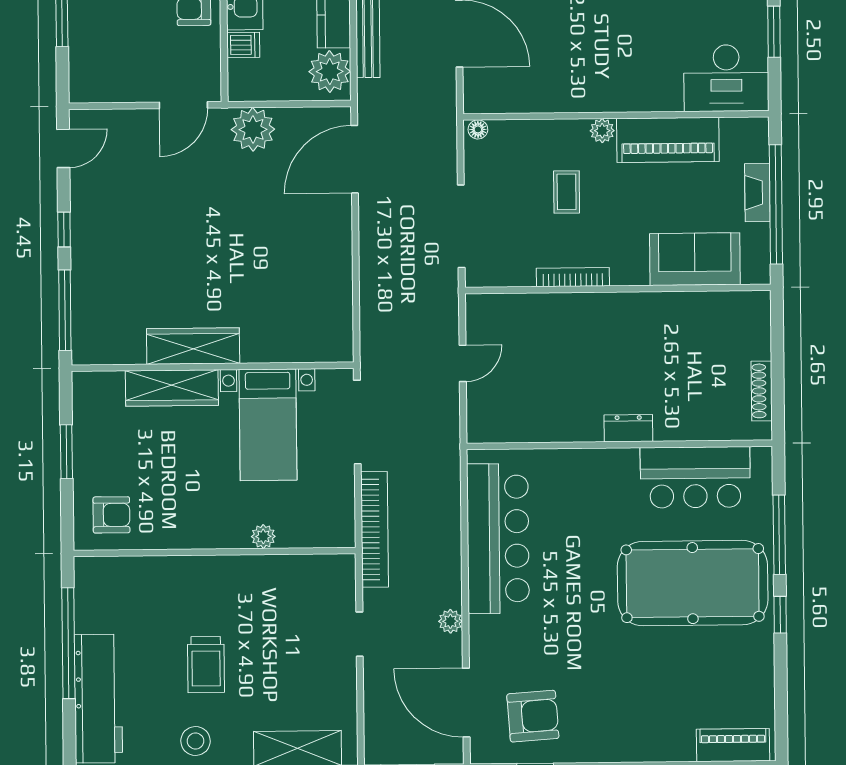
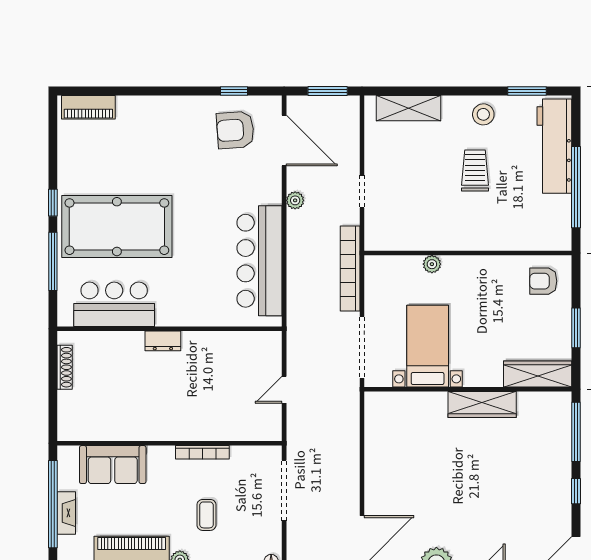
wardrobe: (172, 388) -> (538, 374), moved

